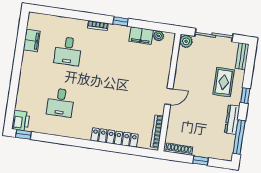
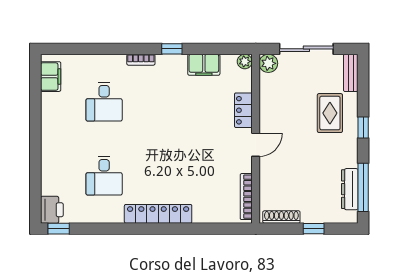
plant: (159, 36) -> (245, 61), moved
filing cabinet: (32, 40) -> (51, 77), moved
locker: (164, 71) -> (243, 110), added
dresser: (232, 119) -> (350, 189), moved
locker: (115, 137) -> (158, 214), moved

